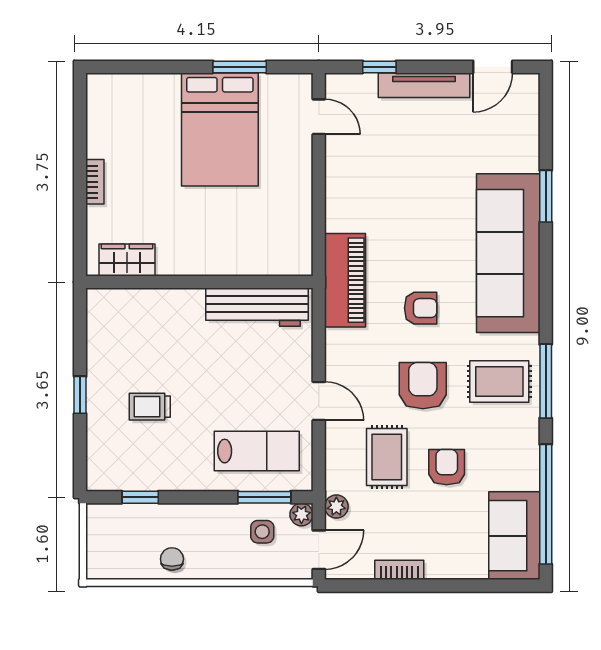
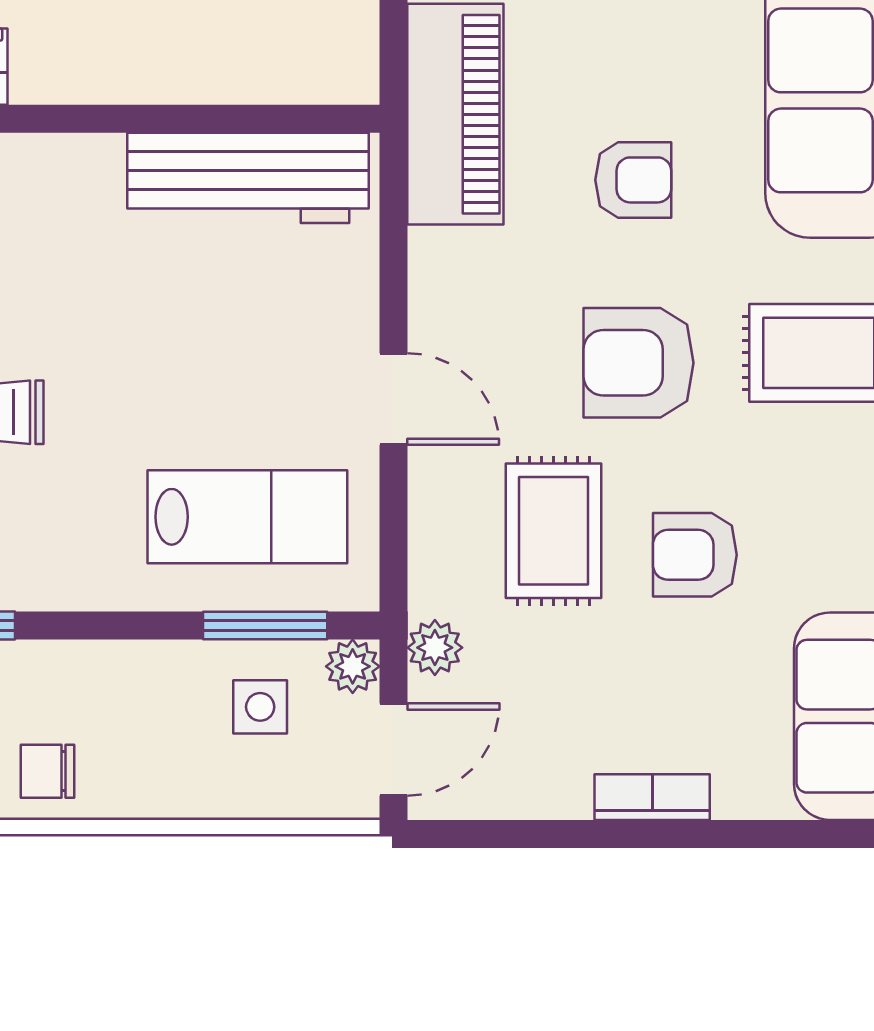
armchair: (423, 386) -> (639, 363), turned -90
armchair: (447, 467) -> (695, 555), turned -90
chair: (172, 559) -> (47, 771), turned -90
bookcase: (399, 570) -> (652, 797), moved

